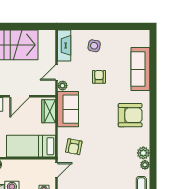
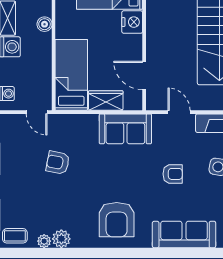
plant: (63, 86) -> (160, 121), removed
door: (20, 96) -> (144, 75), moved
wardrobe: (49, 111) -> (106, 100), moved
armchair: (74, 147) -> (58, 163), moved

